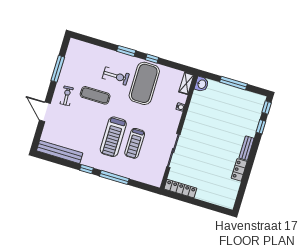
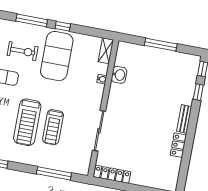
window: (126, 51) -> (32, 20), width x1.44
washbasin: (202, 84) -> (119, 75), moved
window: (114, 177) -> (54, 173), moved

